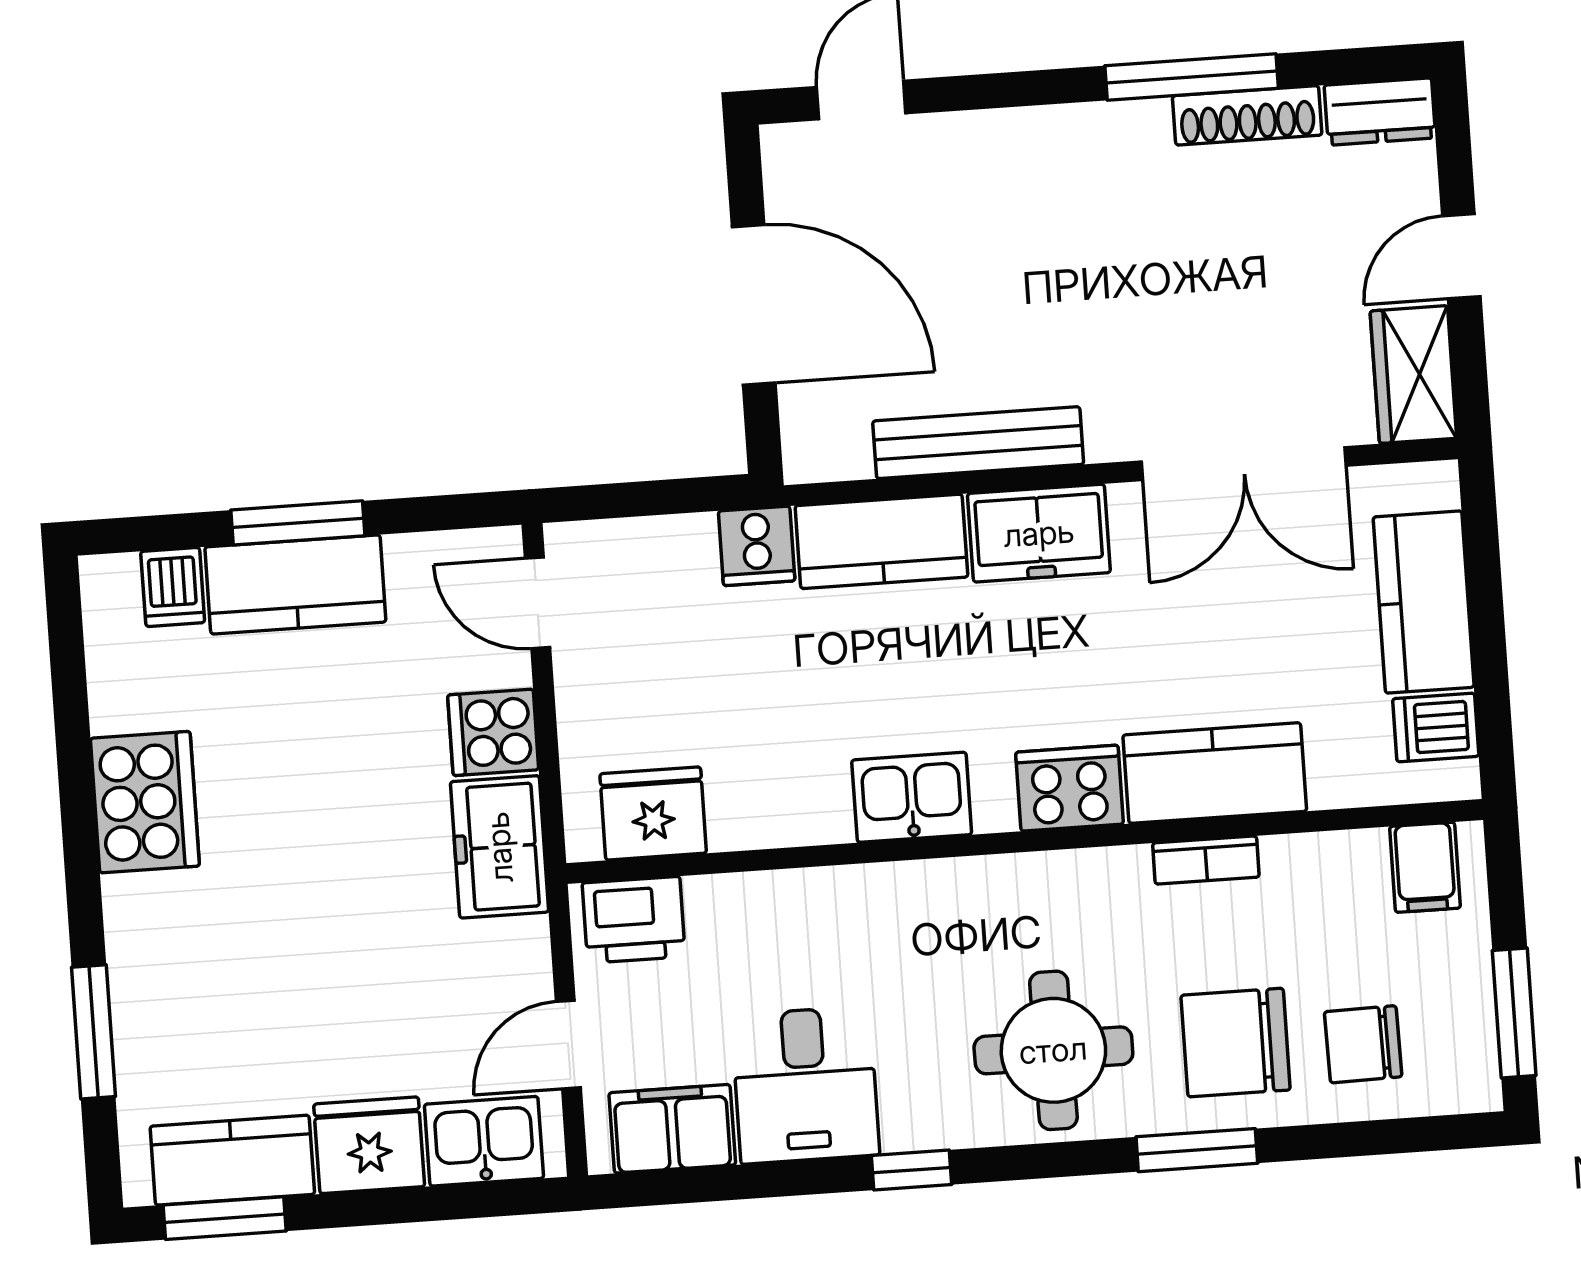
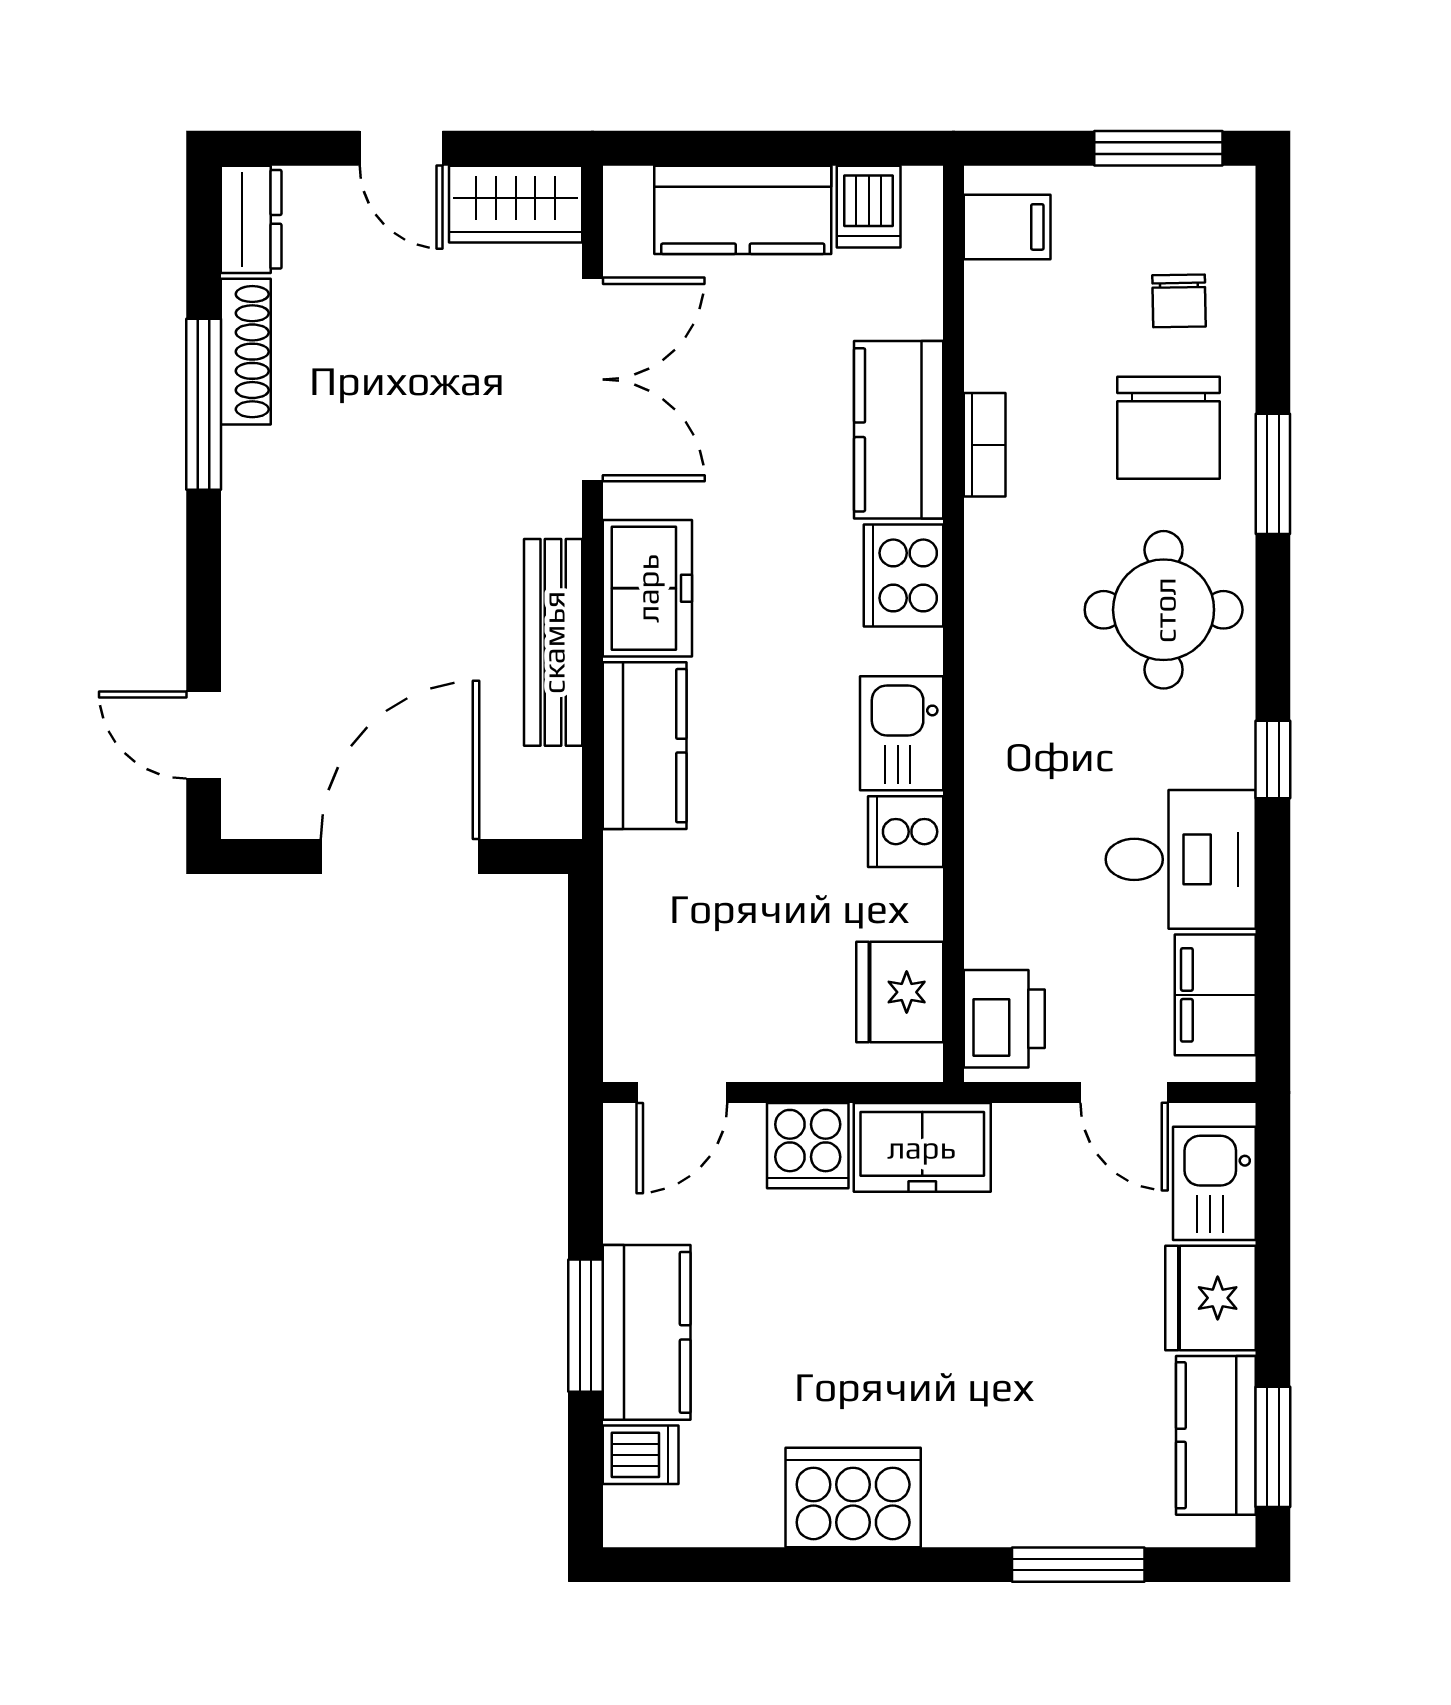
cooker: (757, 546) -> (906, 832), moved, turned 180
chair: (1363, 1044) -> (1179, 301), width x0.73, depth x0.73

